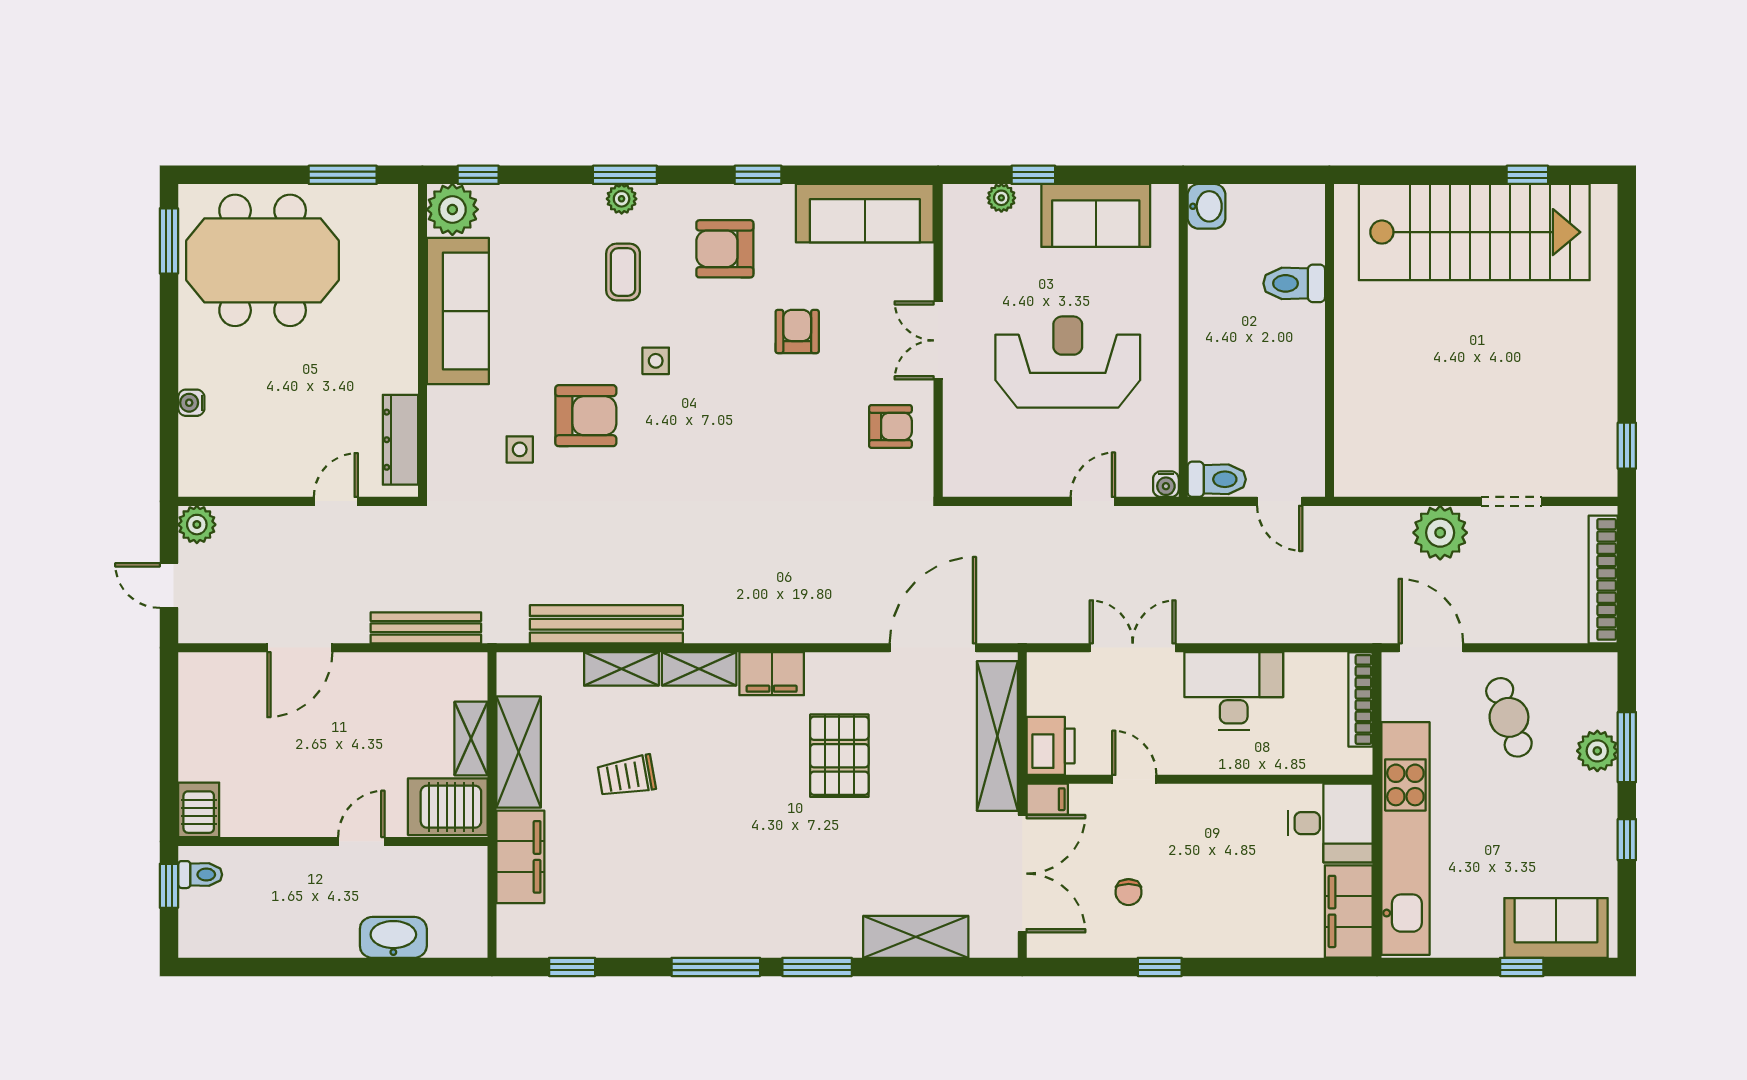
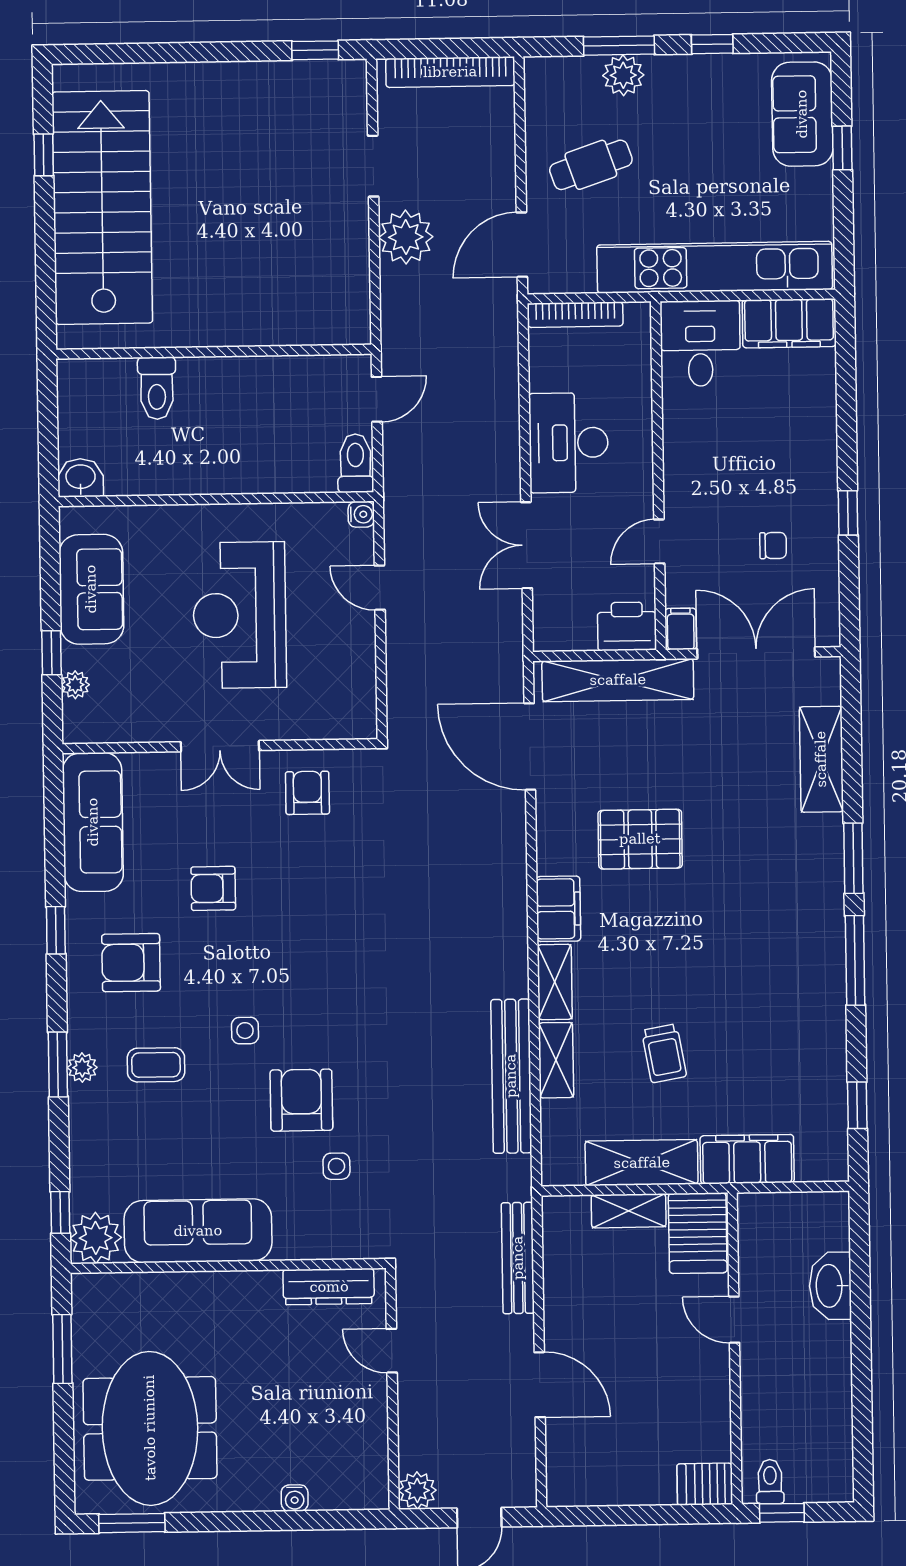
armchair: (725, 249) -> (131, 963), turned 90

